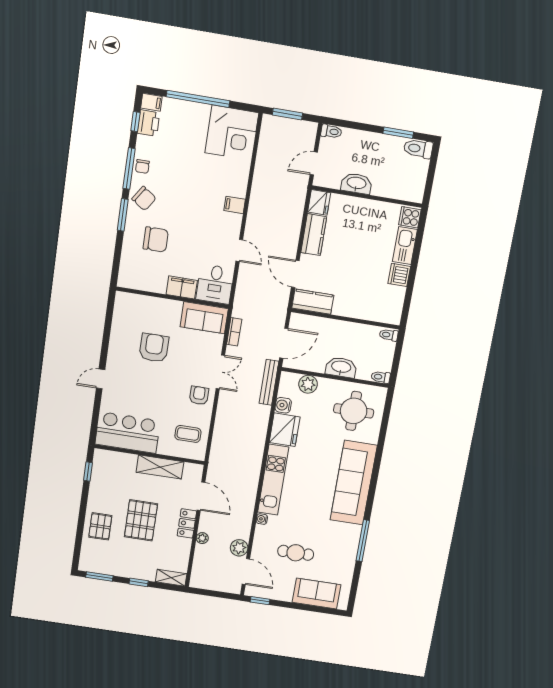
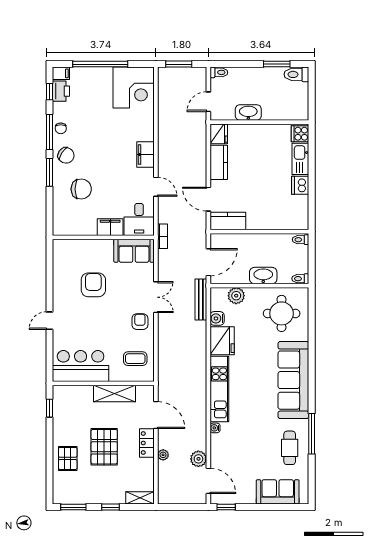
filing cabinet: (235, 205) -> (146, 154), width x2.00
bookcase: (234, 332) -> (163, 236), moved
cafe table: (296, 553) -> (290, 448), moved, turned 90

